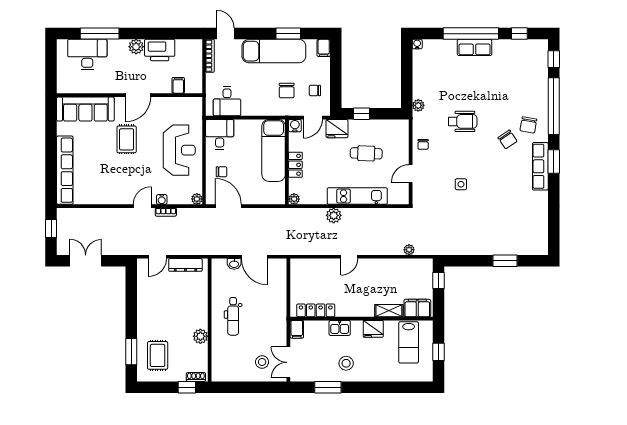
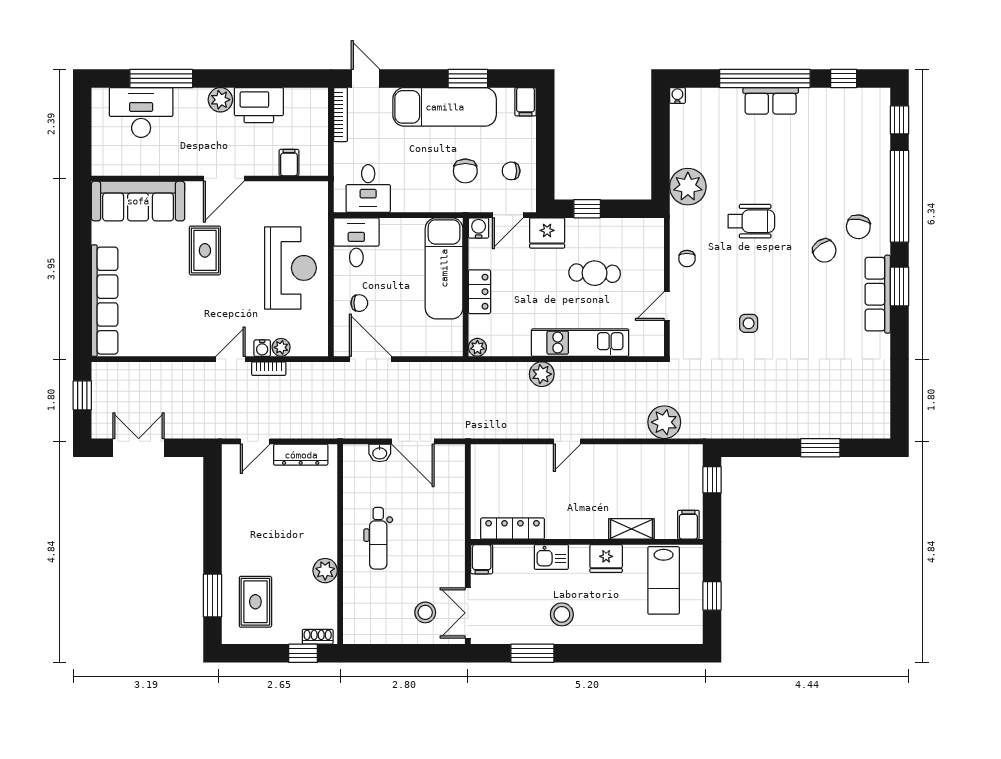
plant: (418, 105) -> (688, 187), width x1.88, depth x1.88
plant: (197, 199) -> (281, 347), moved
plant: (409, 250) -> (664, 422), width x1.87, depth x1.87
filing cabinet: (417, 308) -> (688, 525), width x0.50

